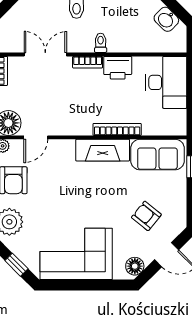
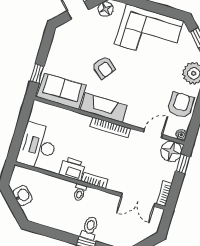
double door: (45, 54) -> (138, 200), moved
bookcase: (117, 129) -> (110, 127), moved
armchair: (146, 216) -> (104, 67), moved

